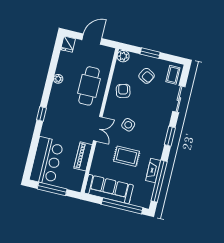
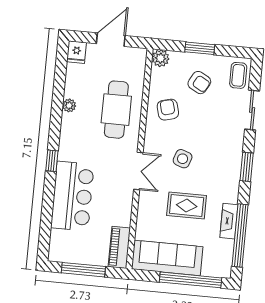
piano: (83, 156) -> (119, 247), moved
bar counter: (46, 161) -> (72, 196), moved

